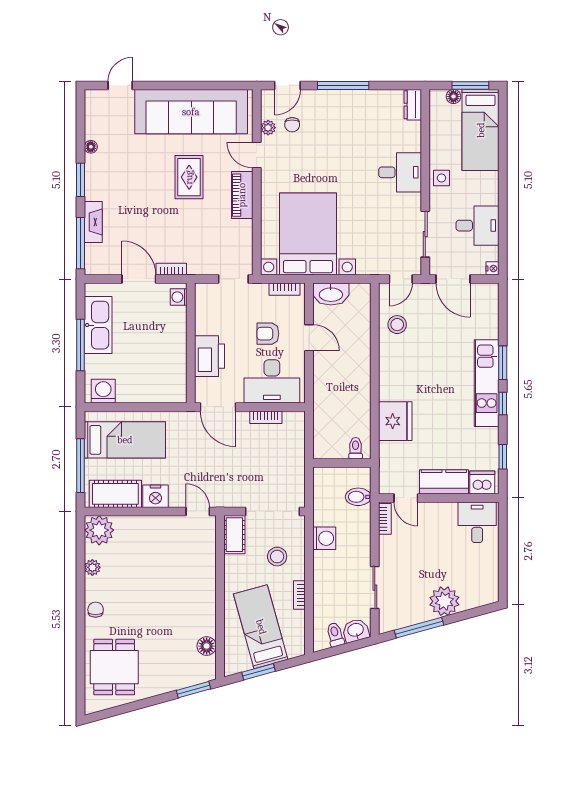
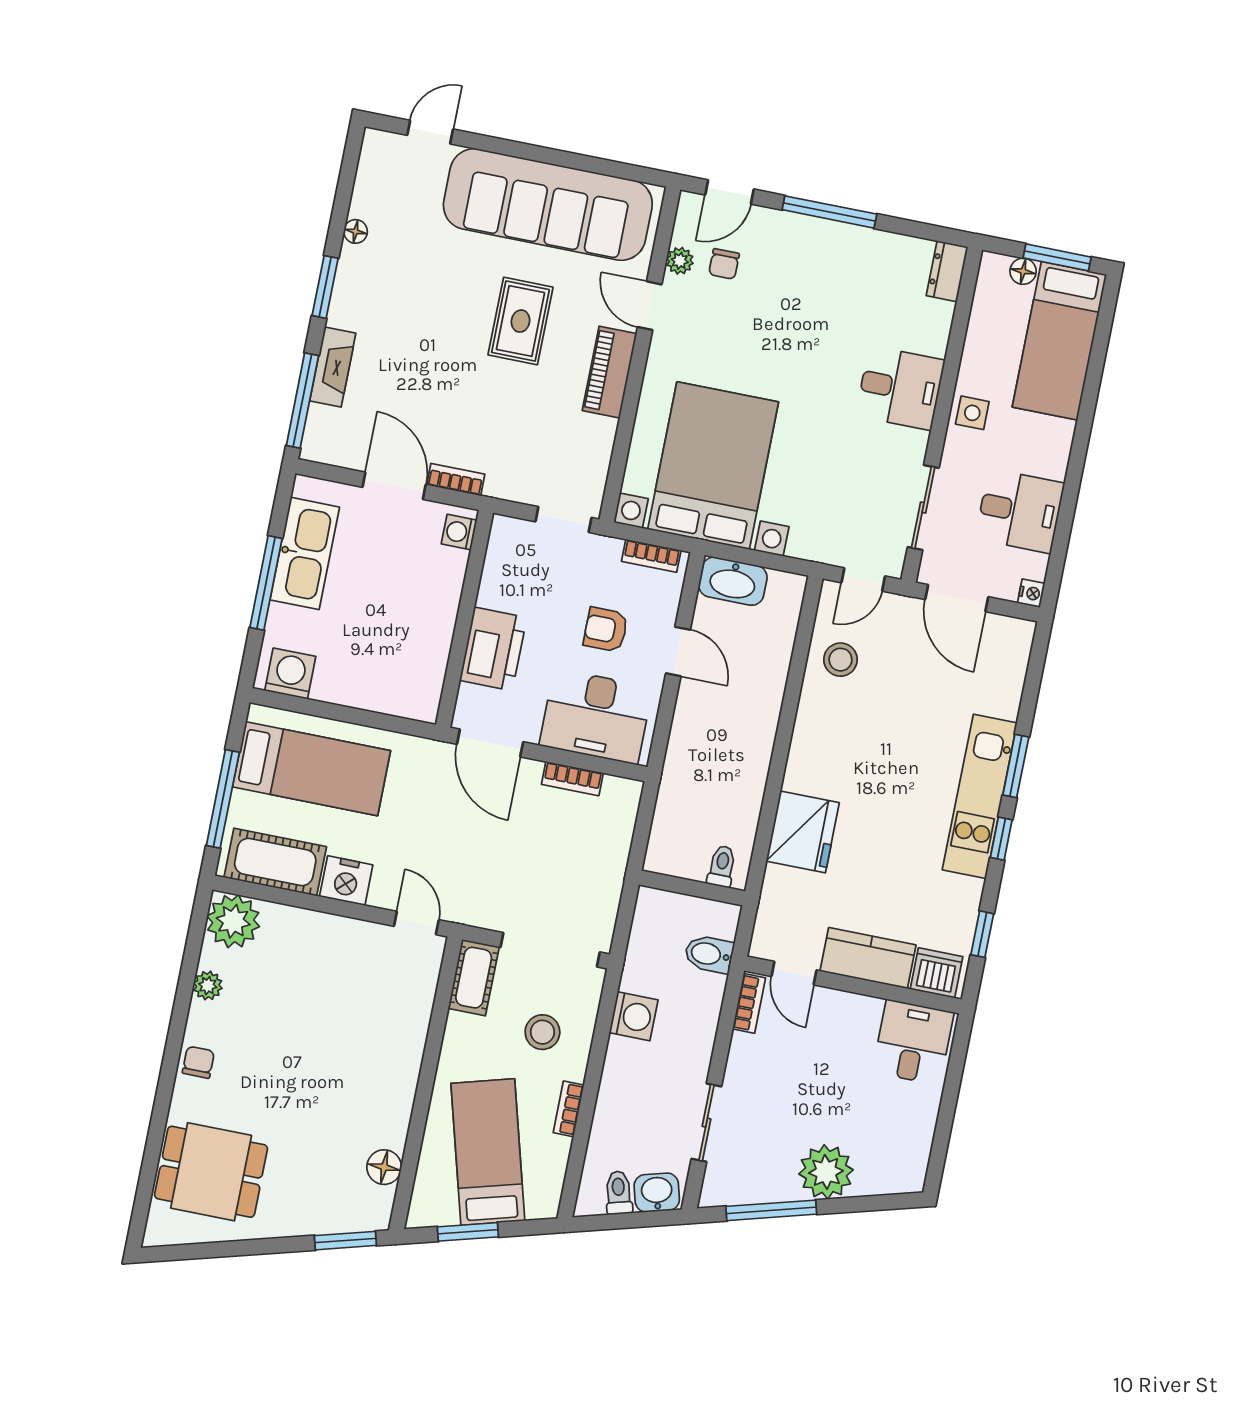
dining table: (114, 667) -> (211, 1172), turned 90

